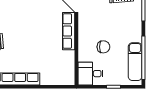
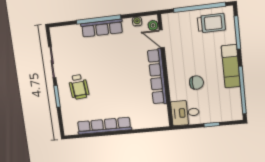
row of seats: (69, 31) -> (157, 77), width x1.36
exam couch: (135, 62) -> (231, 66), moved

